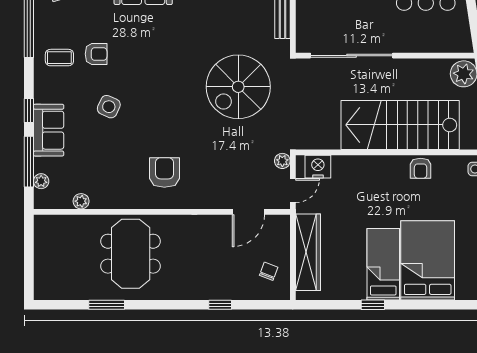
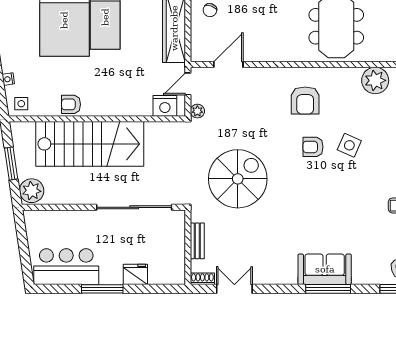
armchair: (96, 54) -> (313, 147), moved
side table: (109, 107) -> (349, 145), moved
armchair: (421, 168) -> (71, 104), turned -90
plant: (81, 201) -> (375, 80), width x1.87, depth x1.87

